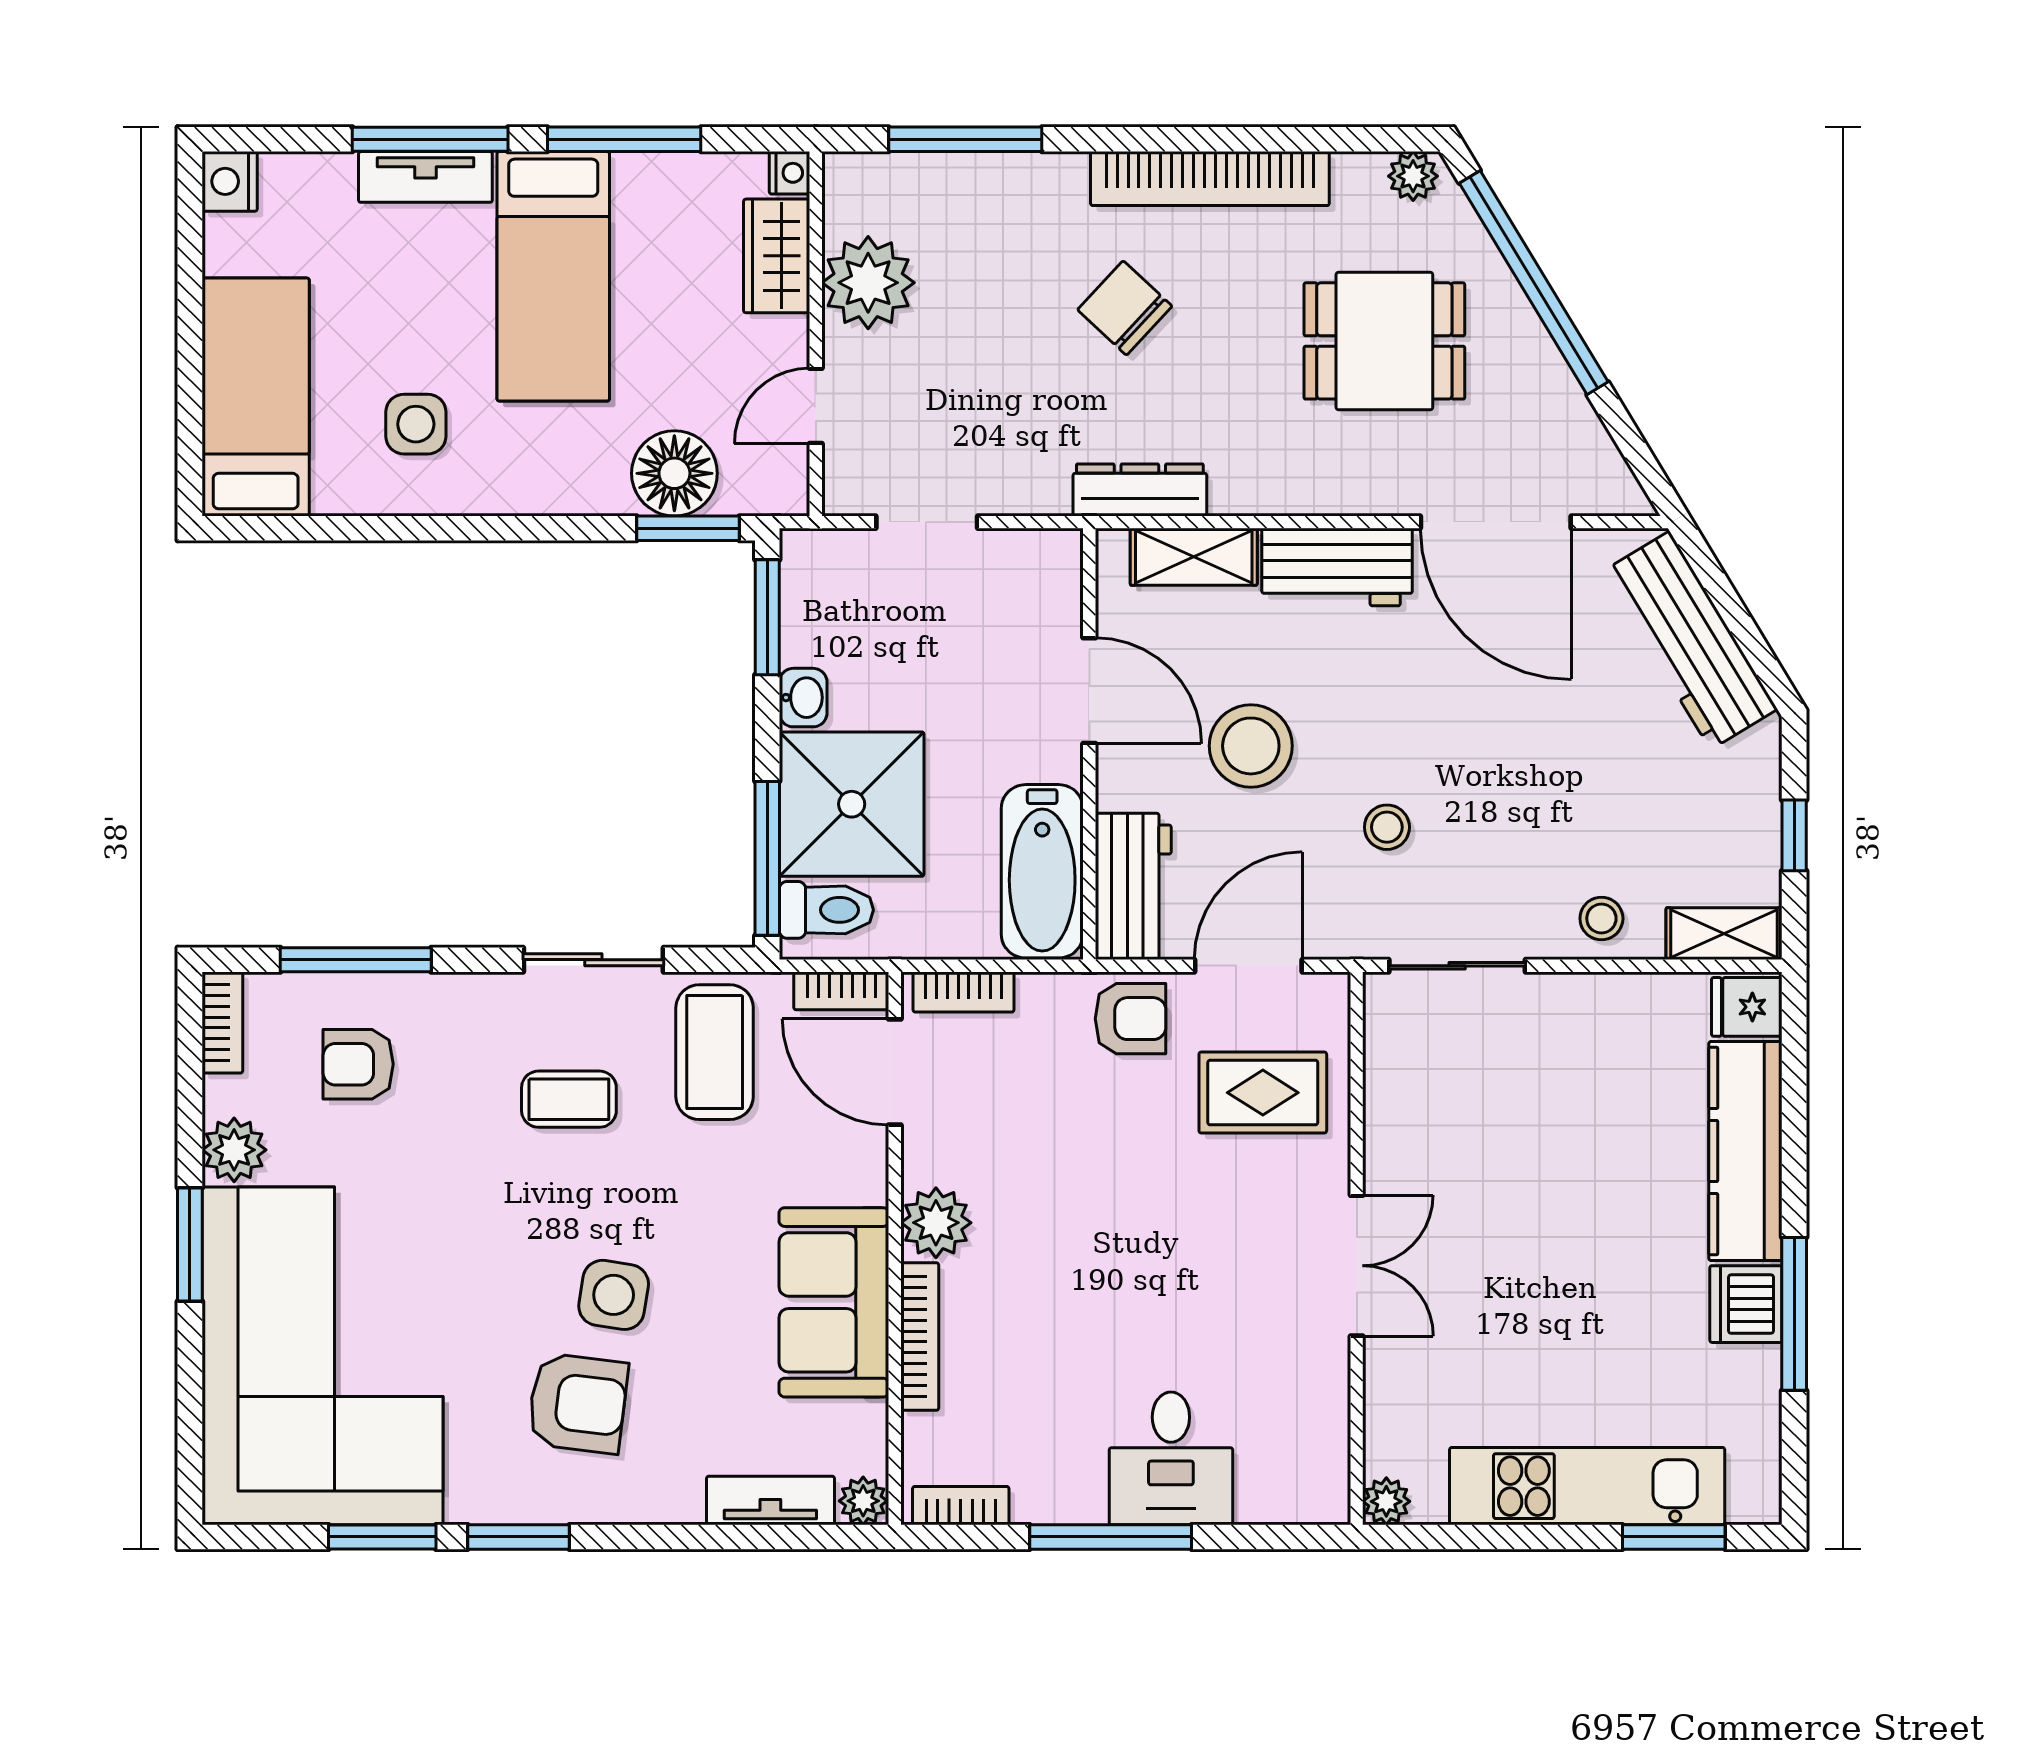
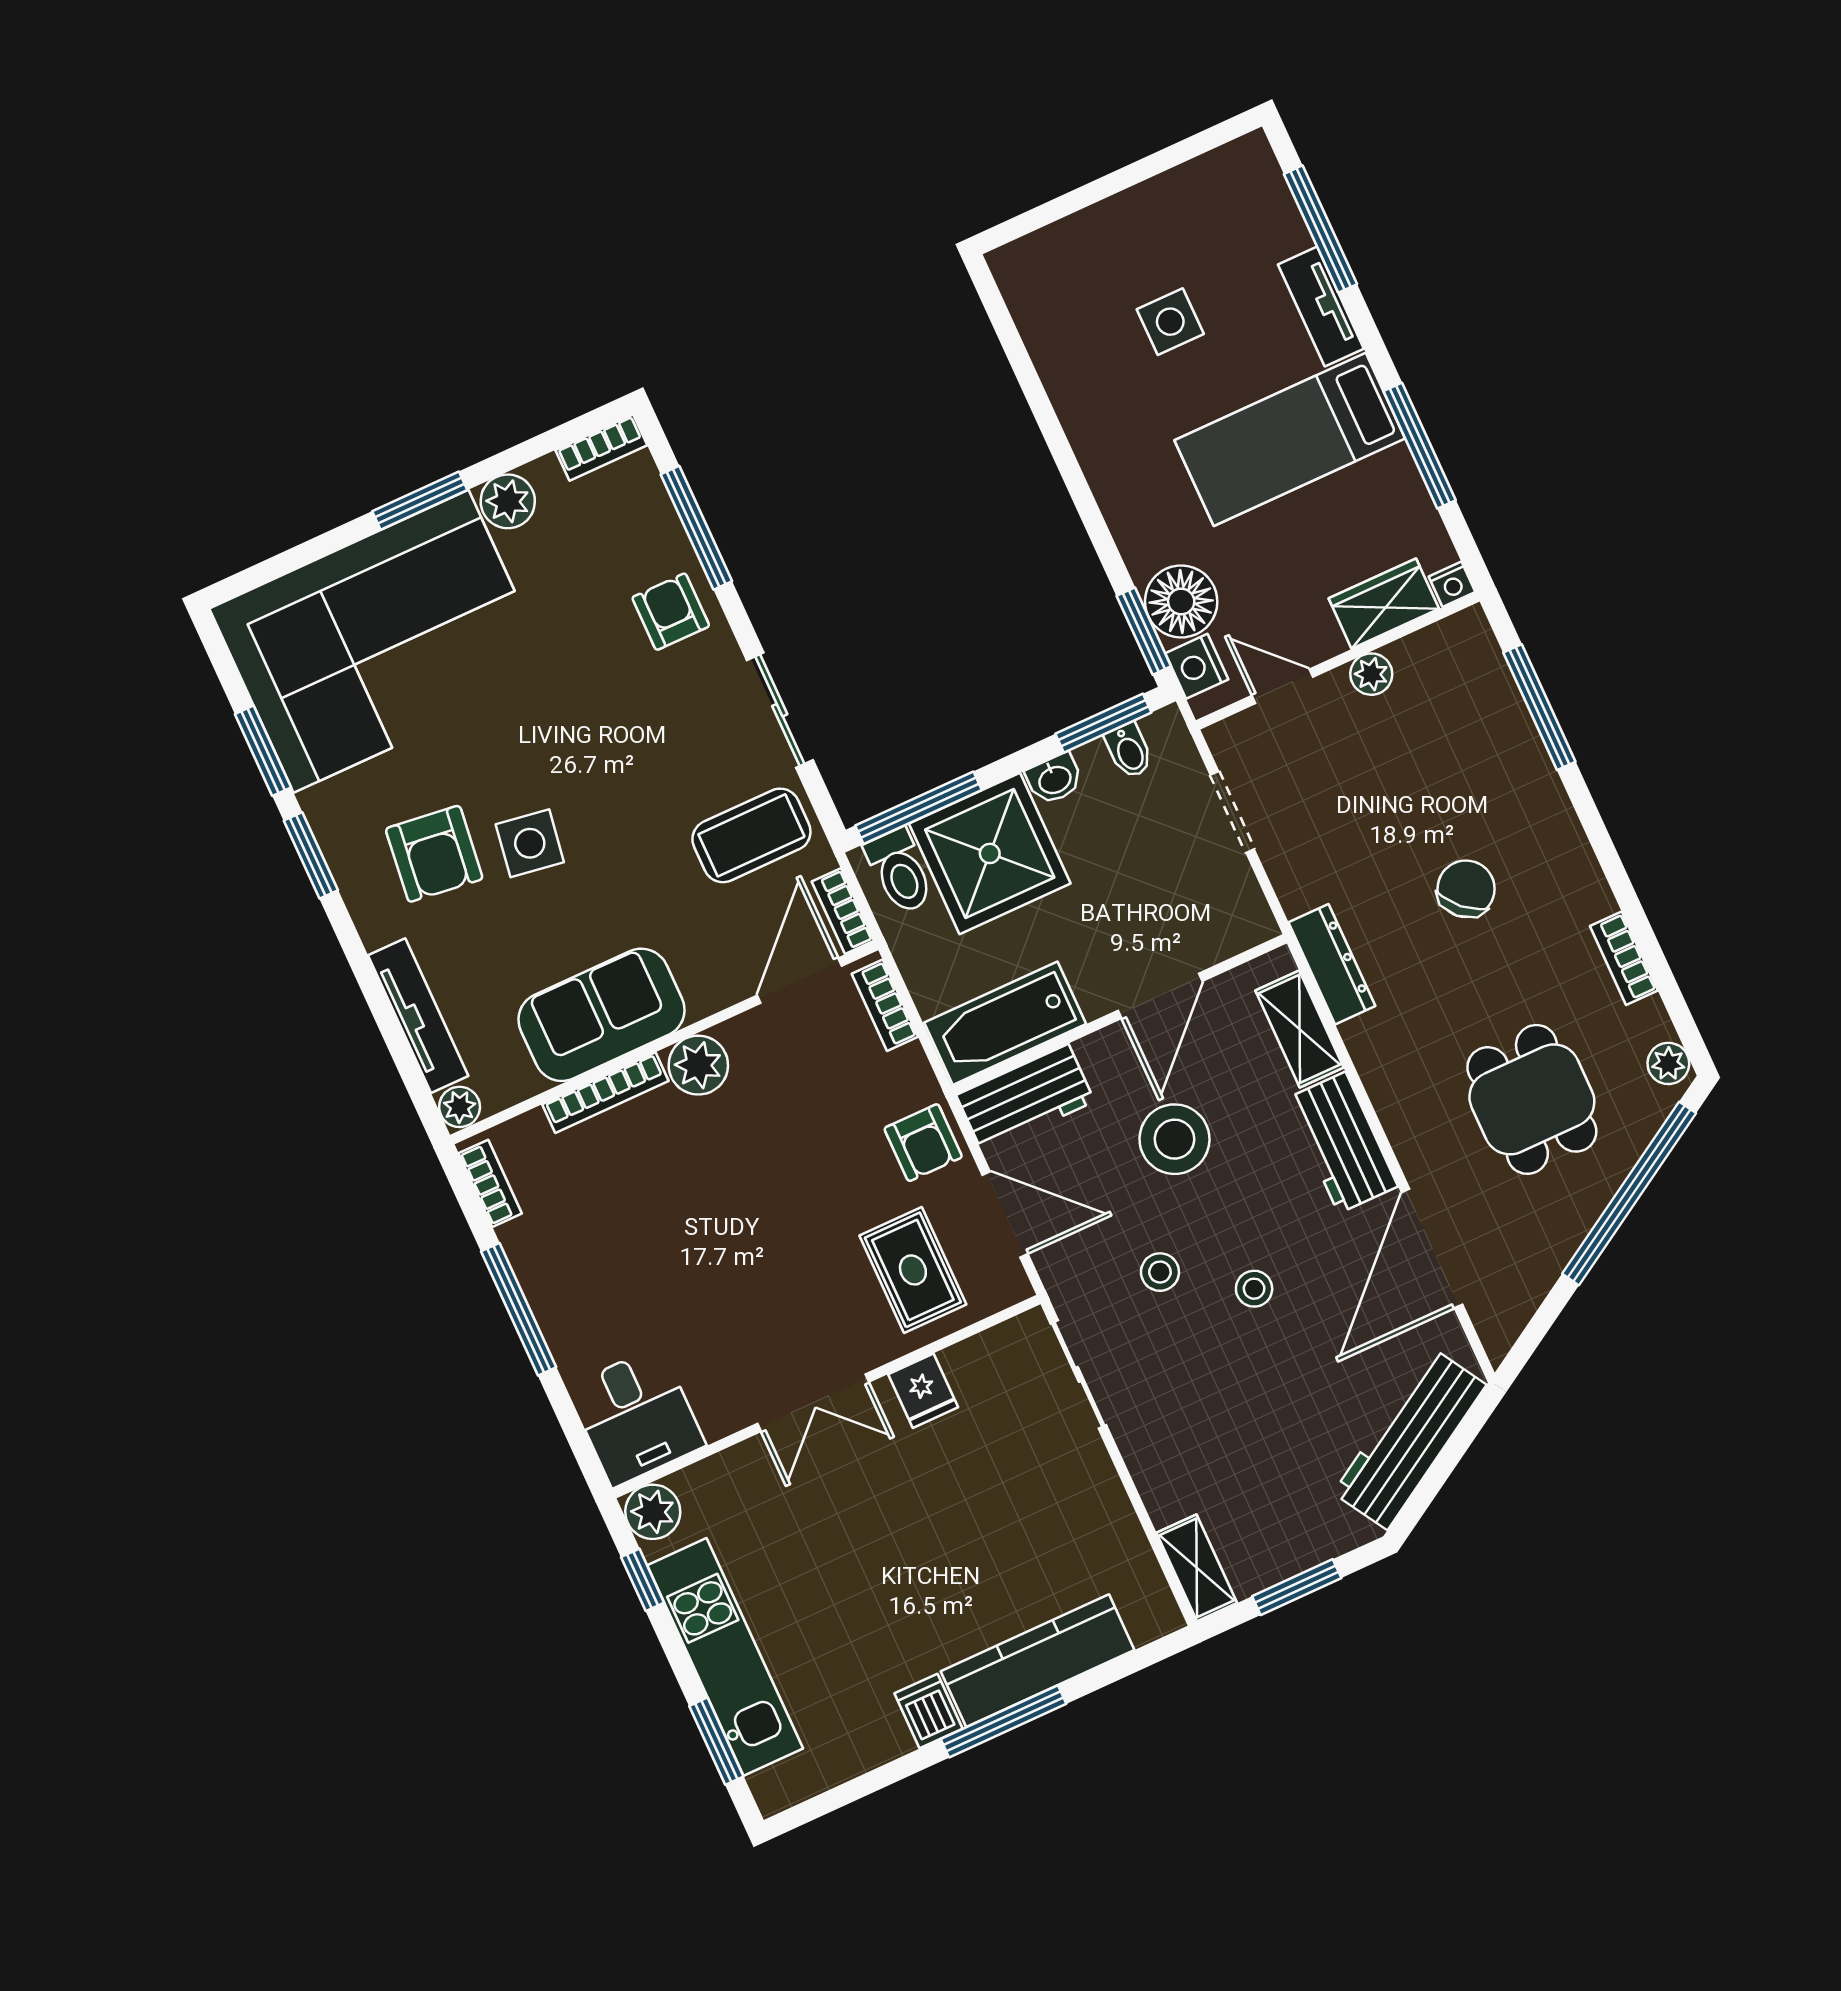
window: (430, 139) -> (1320, 229), moved
bookcase: (1210, 179) -> (1624, 958), width x0.43, depth x0.76
nightstand: (230, 181) -> (1197, 666), moved, turned -90
plant: (868, 283) -> (1371, 674), width x0.53, depth x0.53
bed: (256, 397) -> (1093, 254), removed
side table: (416, 424) -> (1170, 322), moved
bidet: (809, 603) -> (1129, 751), added
window: (1794, 835) -> (1297, 1587), width x1.50
stool: (1601, 918) -> (1254, 1289), moved
fridge: (1747, 1007) -> (923, 1391), moved, turned 180
armchair: (358, 1064) -> (671, 612), moved
coffee table: (569, 1099) -> (664, 740), removed
dishwasher: (1746, 1304) -> (928, 1711), width x0.73
window: (1794, 1314) -> (1003, 1721), moved
desk: (1171, 1458) -> (636, 1416), moved, turned -90
tv unit: (770, 1500) -> (418, 1016), width x1.41
plant: (1386, 1501) -> (653, 1512), width x1.38, depth x1.38
window: (1463, 1537) -> (643, 1580), added

